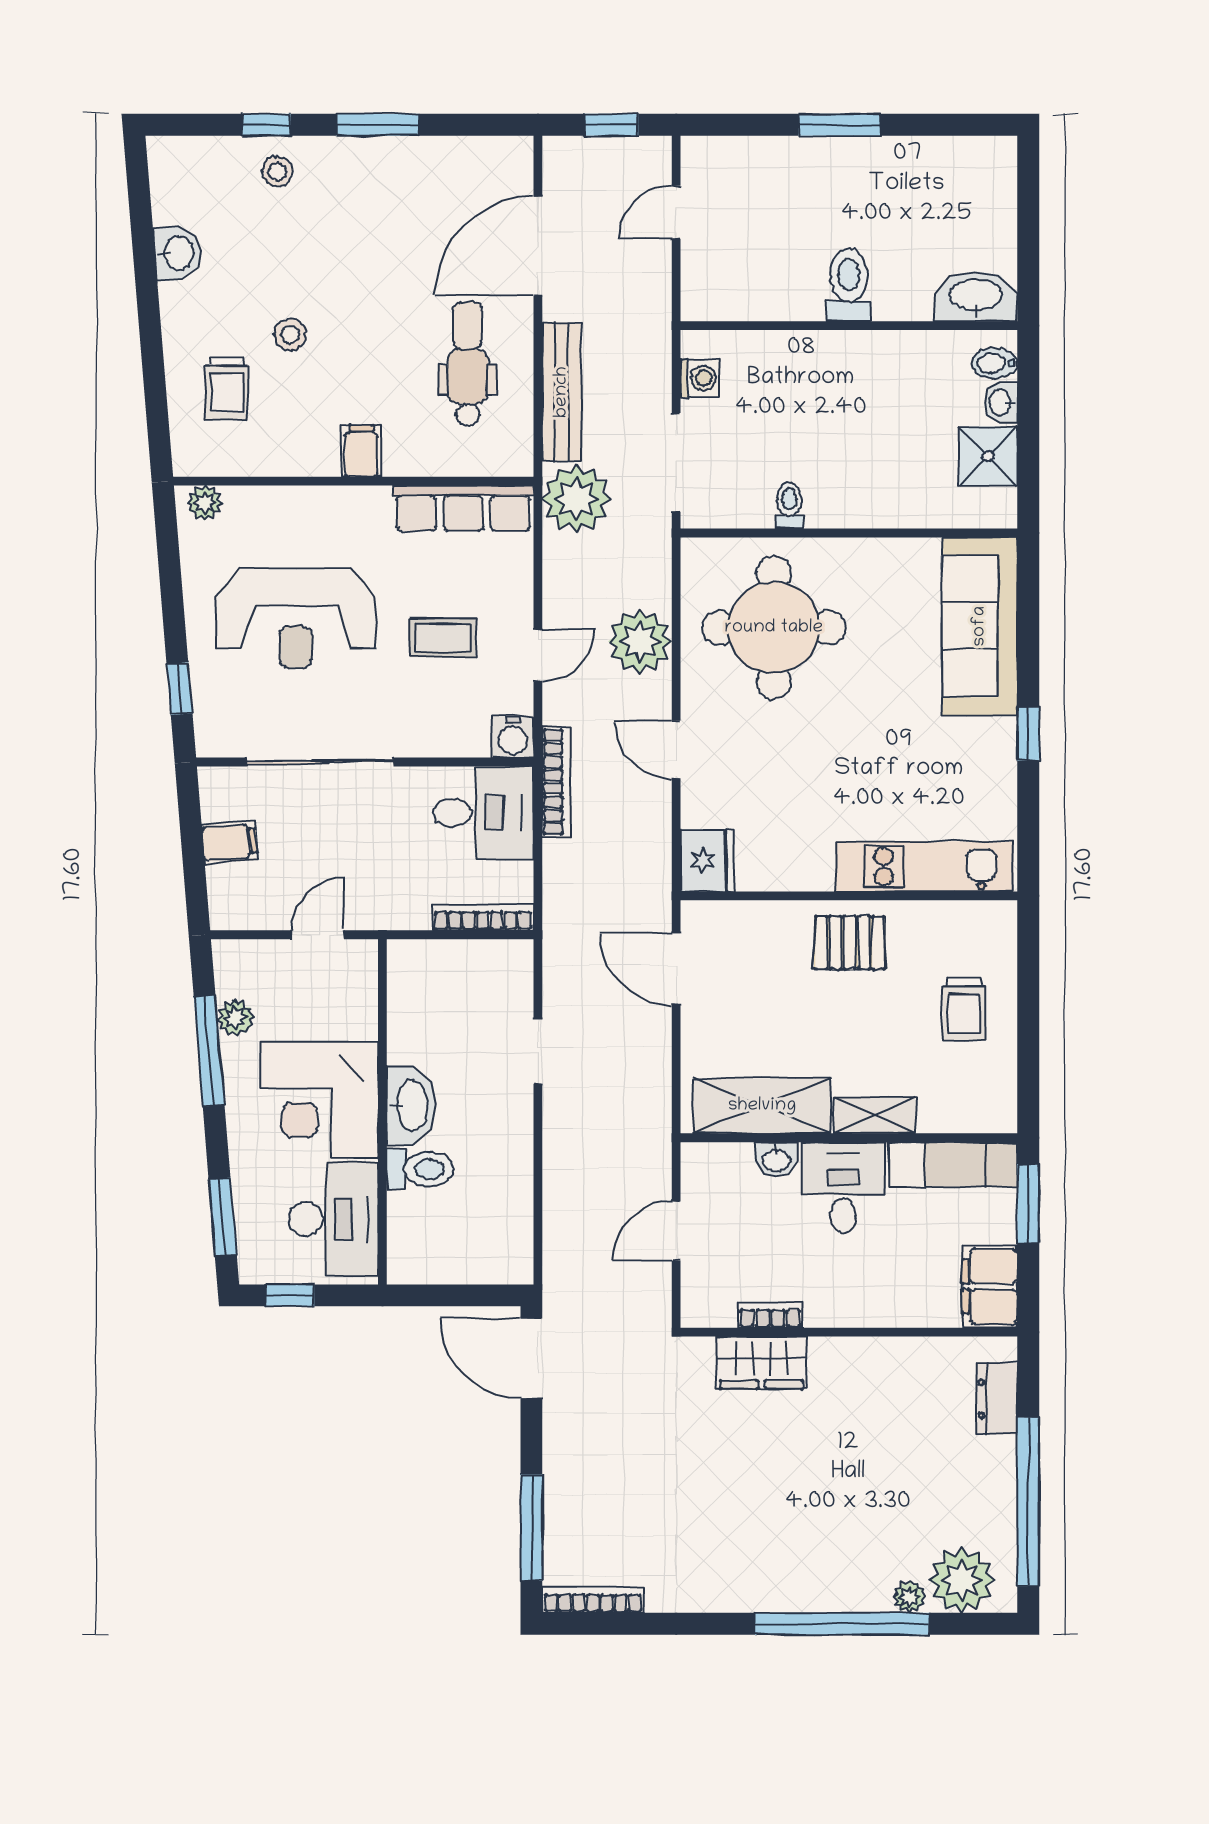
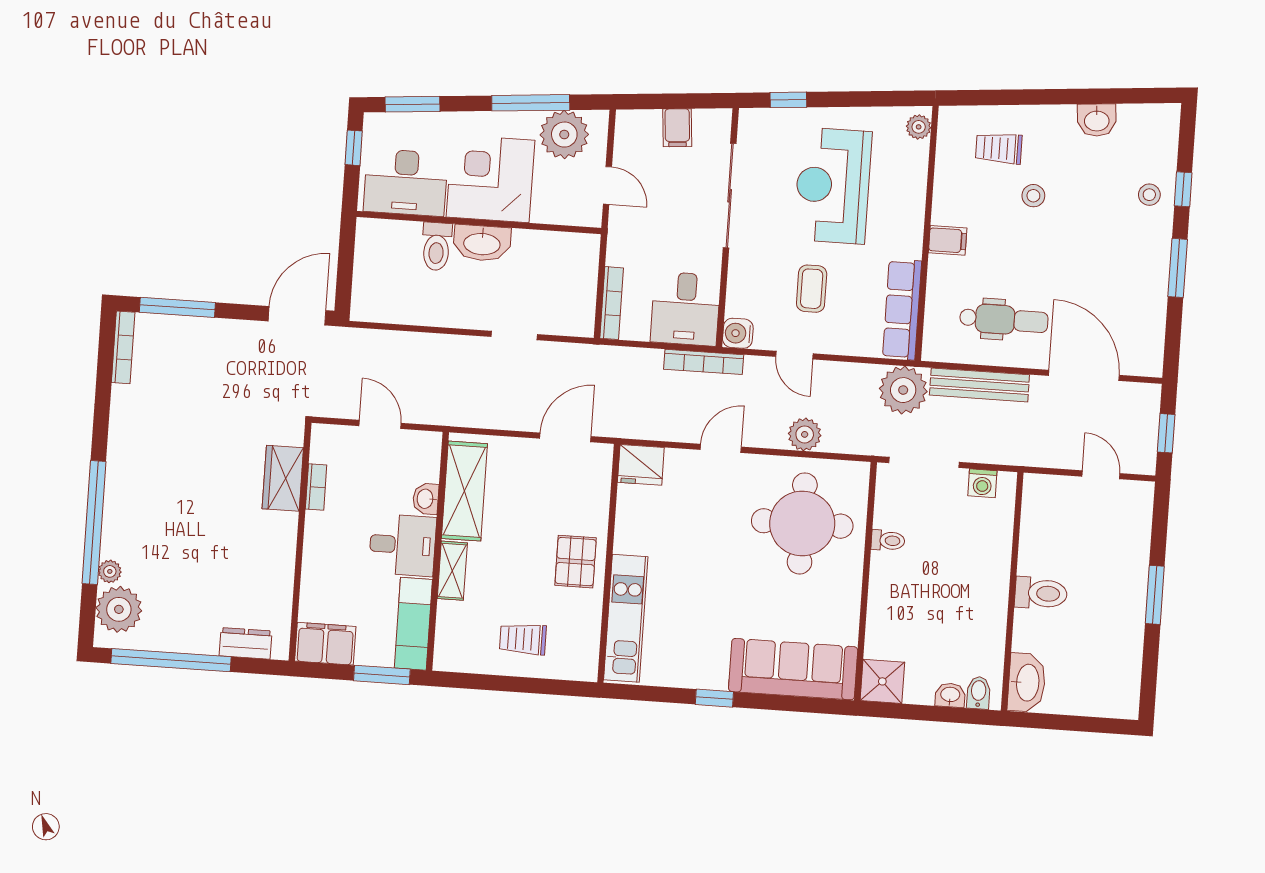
shower: (988, 456) -> (882, 681), moved
plant: (640, 641) -> (805, 434), width x0.73, depth x0.73
plant: (236, 1018) -> (564, 135), width x1.88, depth x1.88

